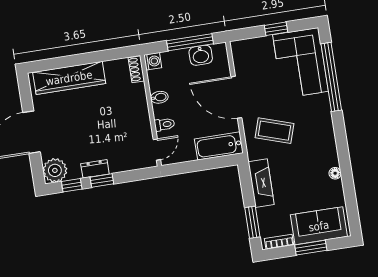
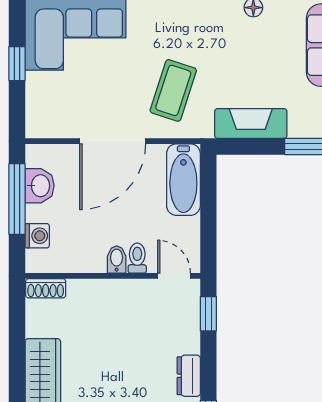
washing machine: (153, 61) -> (37, 236), moved, turned 90
bidet: (159, 97) -> (117, 259), moved
window: (102, 181) -> (208, 314), moved

